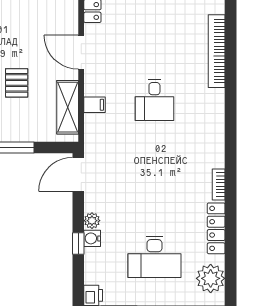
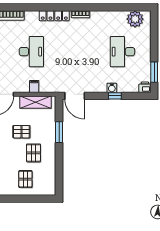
desk: (154, 100) -> (31, 52), width x1.37
plant: (92, 221) -> (101, 88), removed
locker: (216, 228) -> (54, 16), moved
desk: (154, 257) -> (123, 52), turned 180

